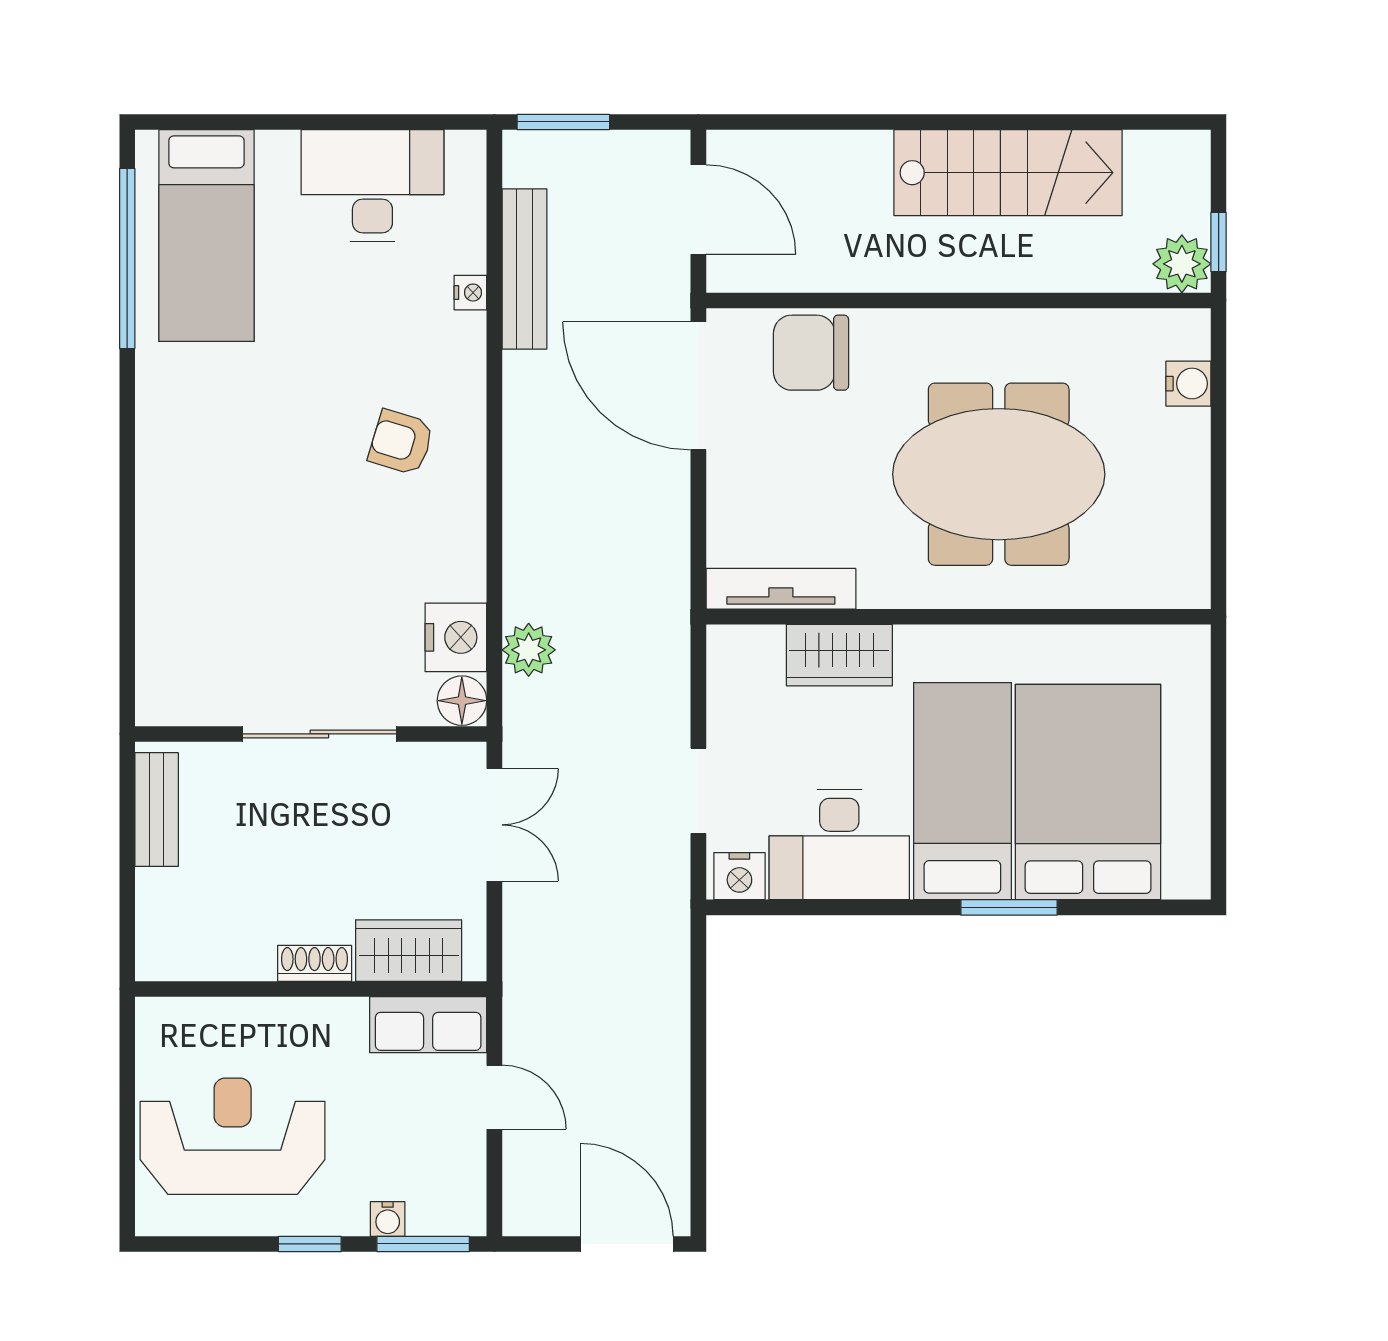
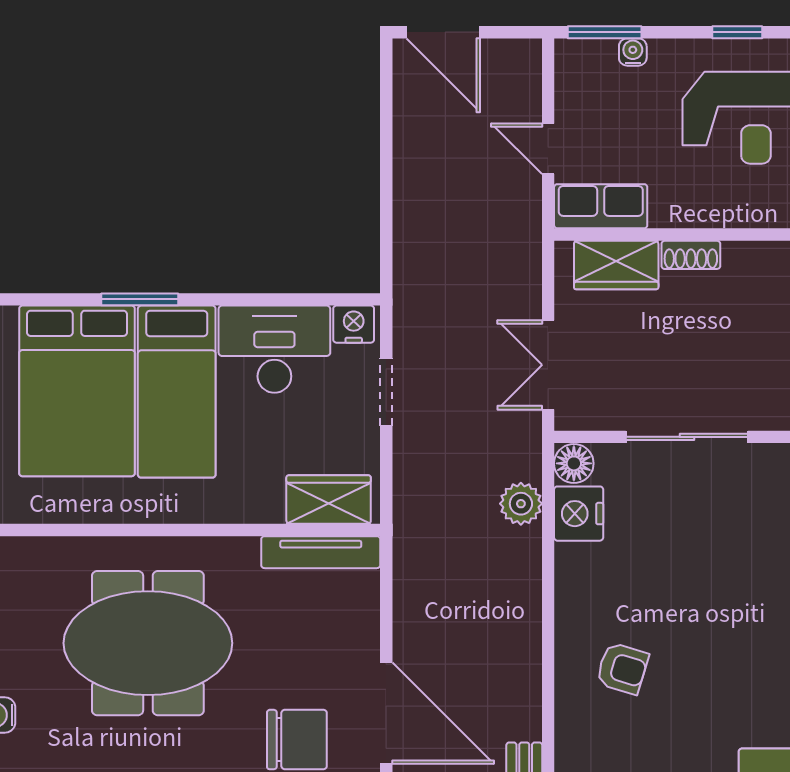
wardrobe: (839, 655) -> (329, 500), moved
window: (310, 1244) -> (737, 32), moved

